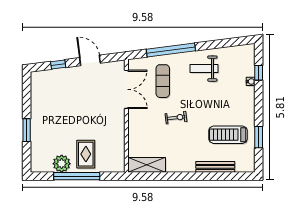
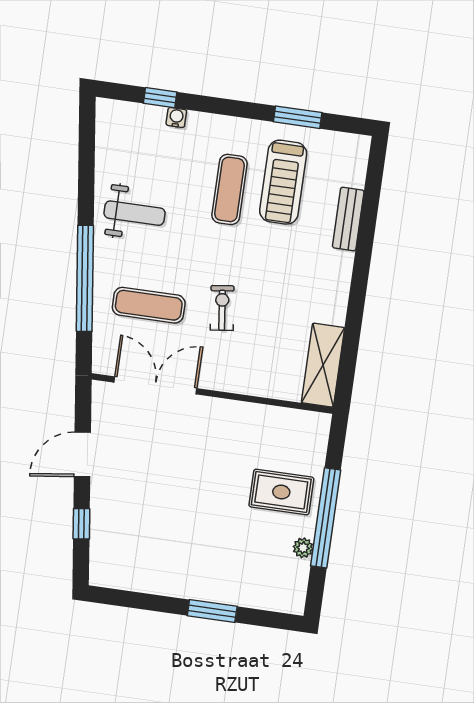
weight bench: (204, 69) -> (135, 213), turned -90
exercise mat: (221, 111) -> (230, 189), added
exercise bike: (176, 118) -> (222, 308), moved
plant: (62, 164) -> (303, 548), width x0.53, depth x0.53
bench: (215, 167) -> (348, 219), width x0.73

